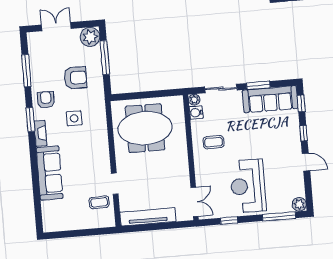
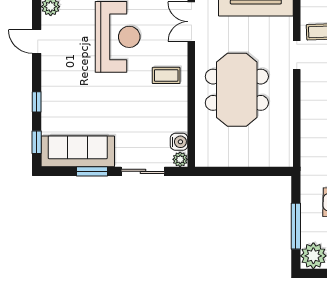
meeting table: (145, 128) -> (237, 90), moved, turned 90
coffee table: (214, 142) -> (166, 75), moved
door: (306, 162) -> (37, 42), moved

